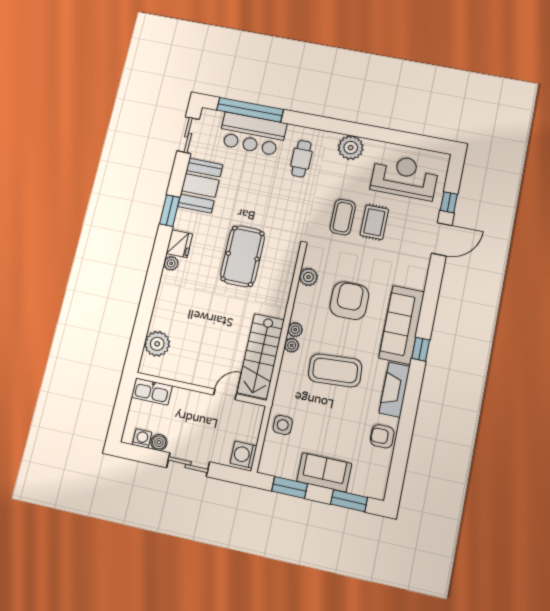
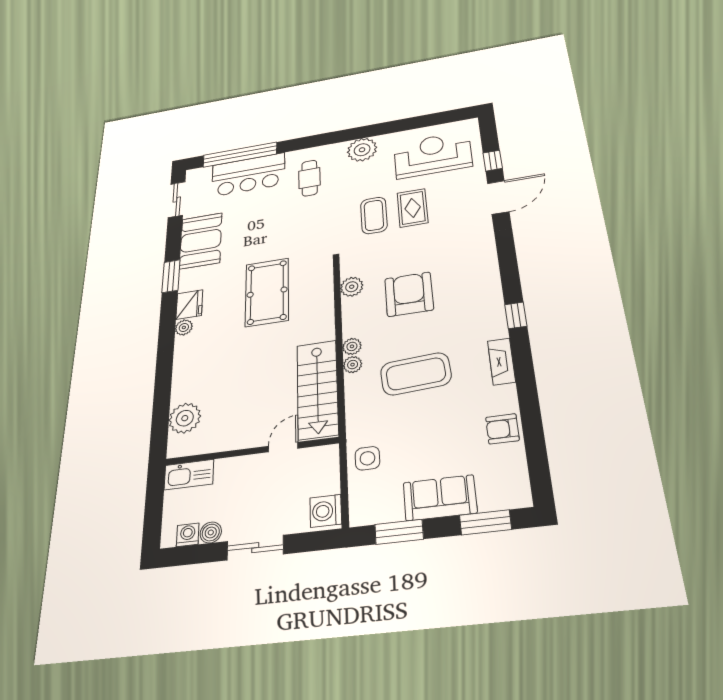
sofa: (402, 325) -> (482, 298), removed
fireplace: (395, 390) -> (502, 362), width x0.73, depth x0.76

